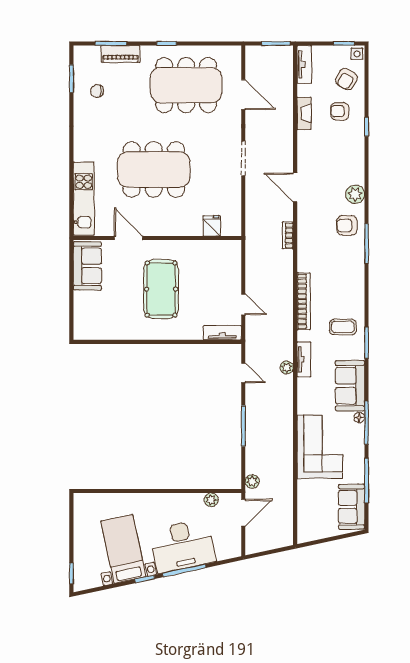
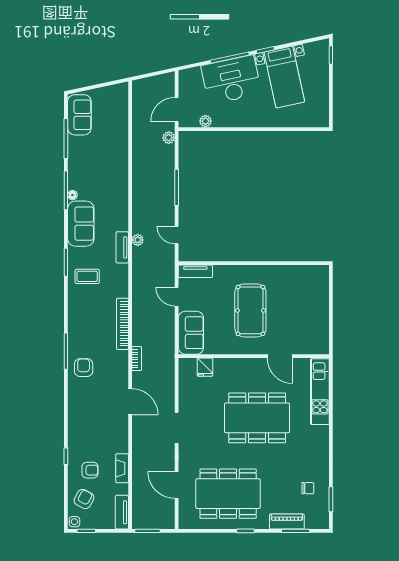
plant: (355, 194) -> (76, 396), removed
armchair: (347, 225) -> (84, 368), turned -90
sofa: (87, 266) -> (191, 333), moved, turned 180
bookcase: (304, 301) -> (122, 324), moved
corner sofa: (320, 447) -> (108, 169), removed

